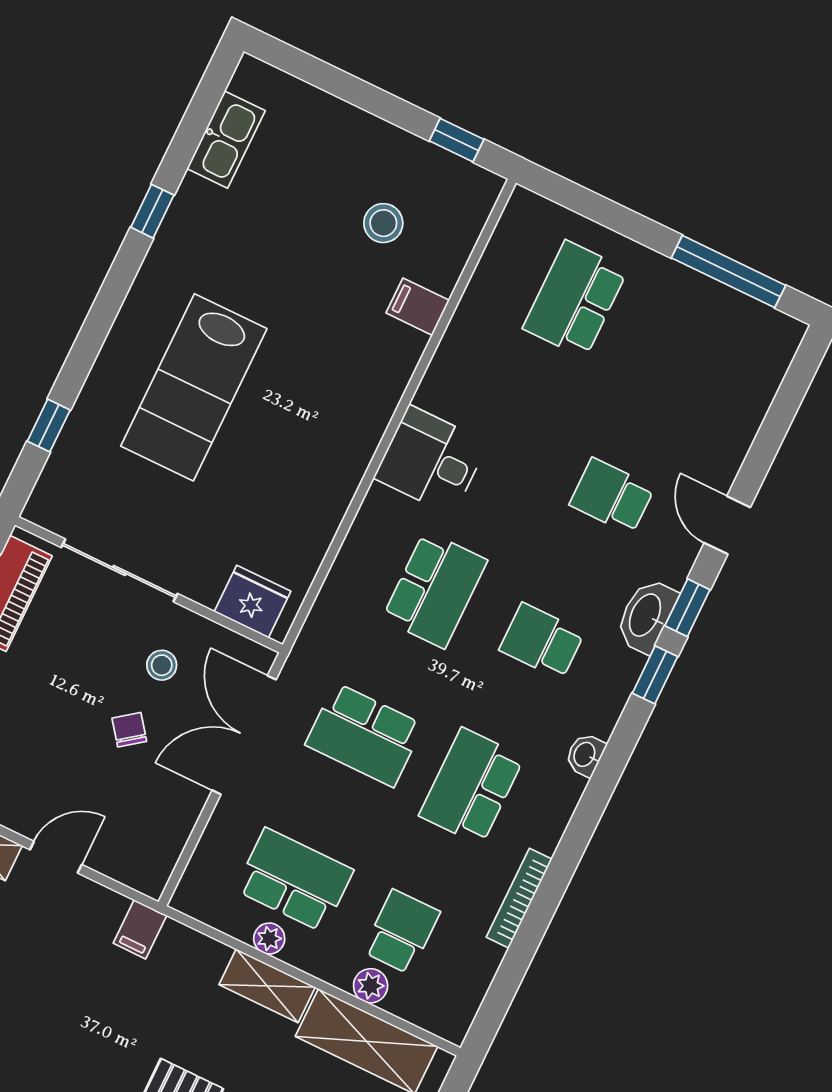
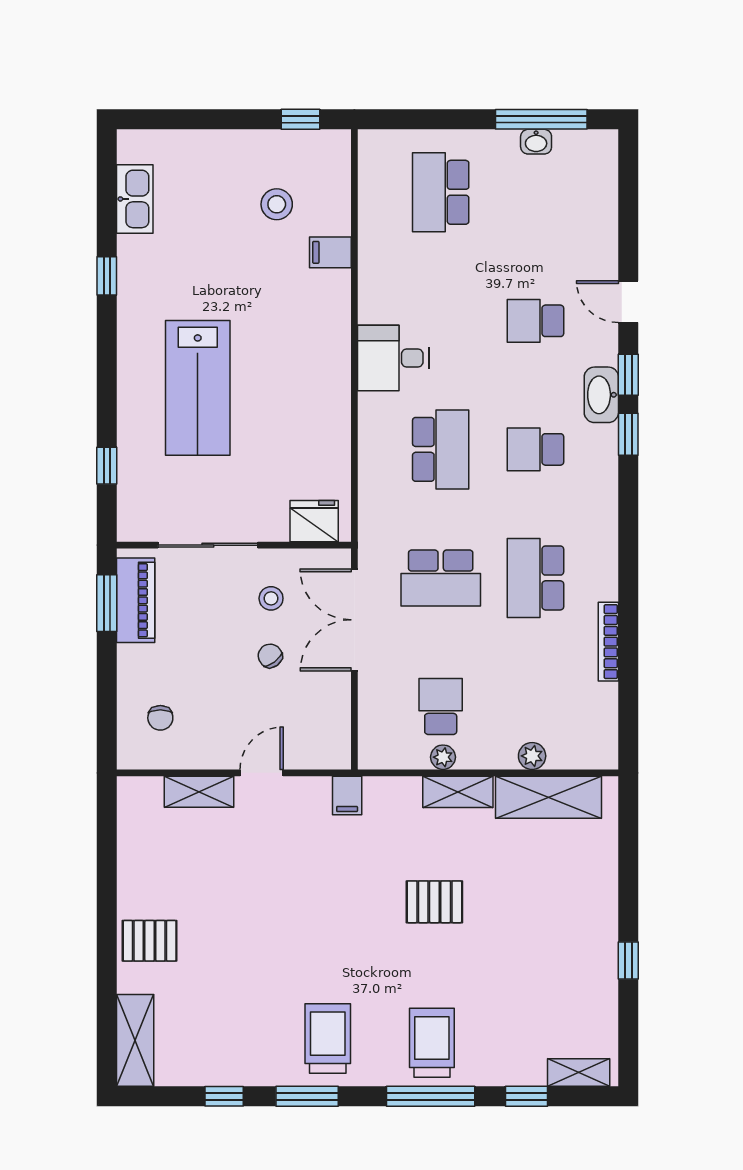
washbasin: (585, 755) -> (536, 142), moved, turned -90
school desk: (294, 880) -> (441, 707), width x0.54
school desk: (401, 932) -> (535, 707), removed

